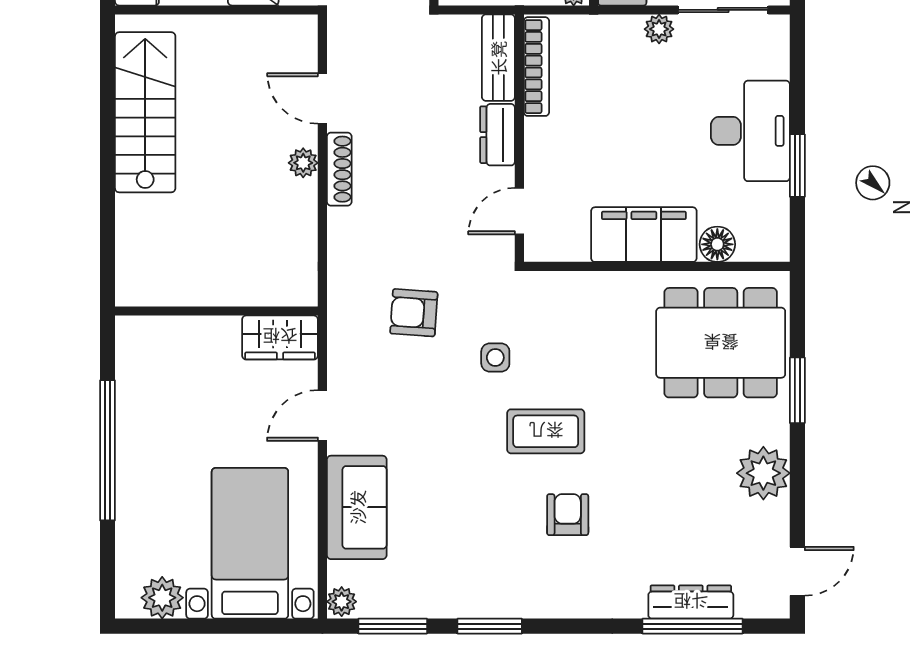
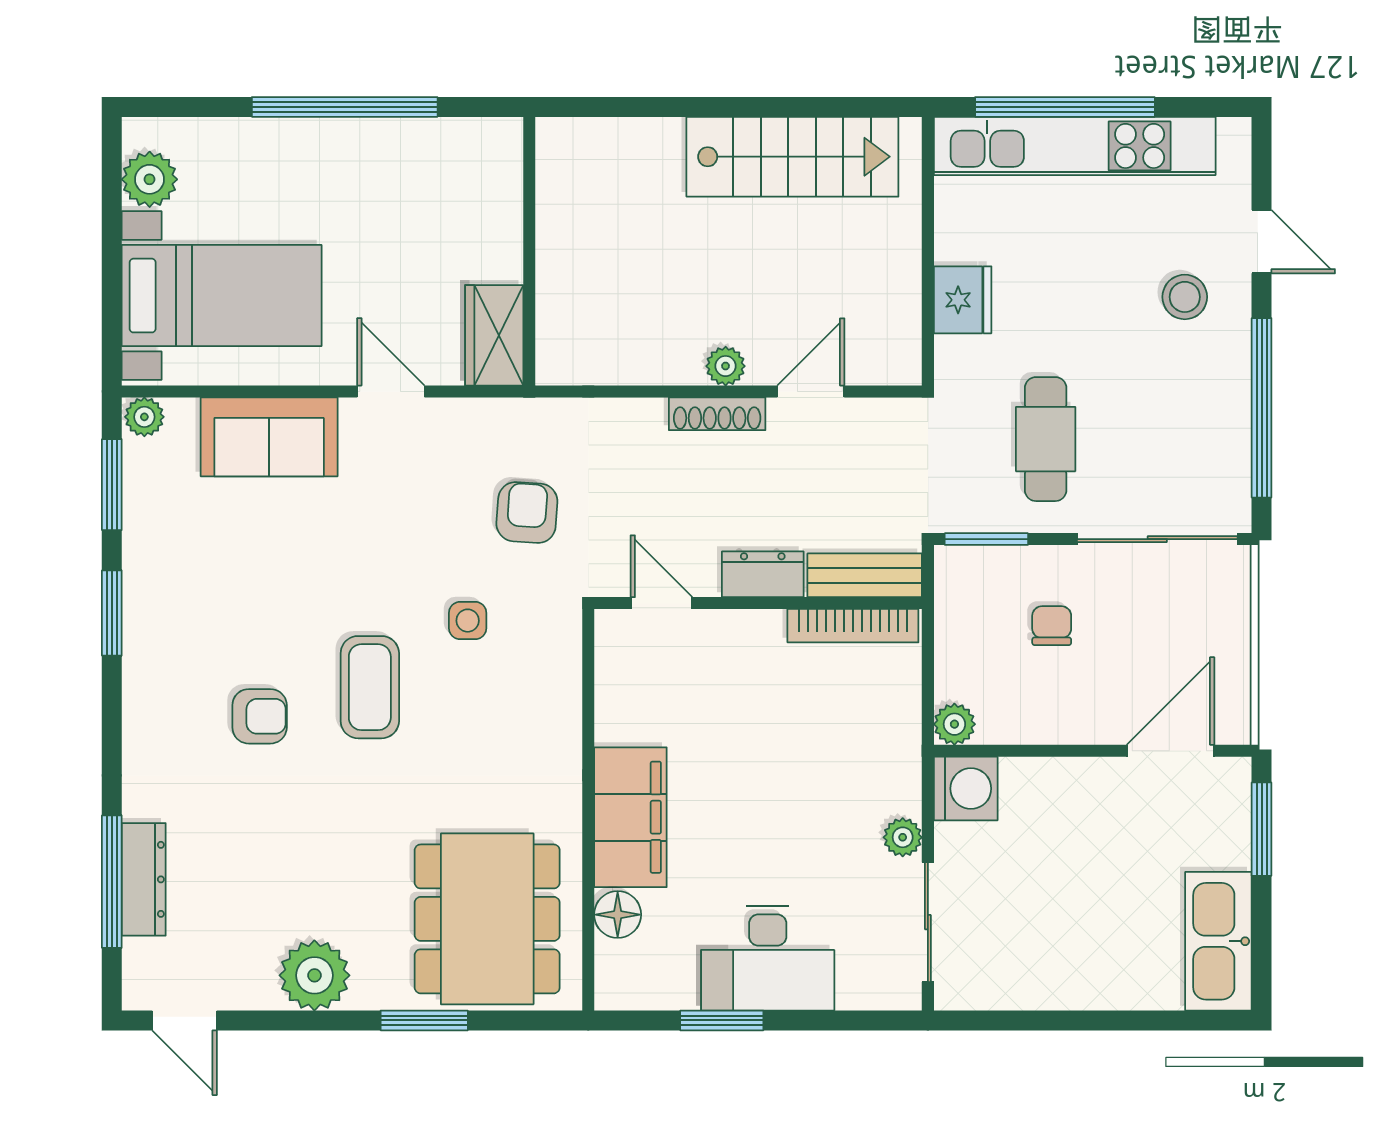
bench: (498, 58) -> (865, 575), moved
bookcase: (536, 67) -> (853, 626), moved
dresser: (498, 135) -> (763, 574), moved
wall: (519, 138) -> (758, 603), moved
door: (519, 211) -> (661, 603), moved

